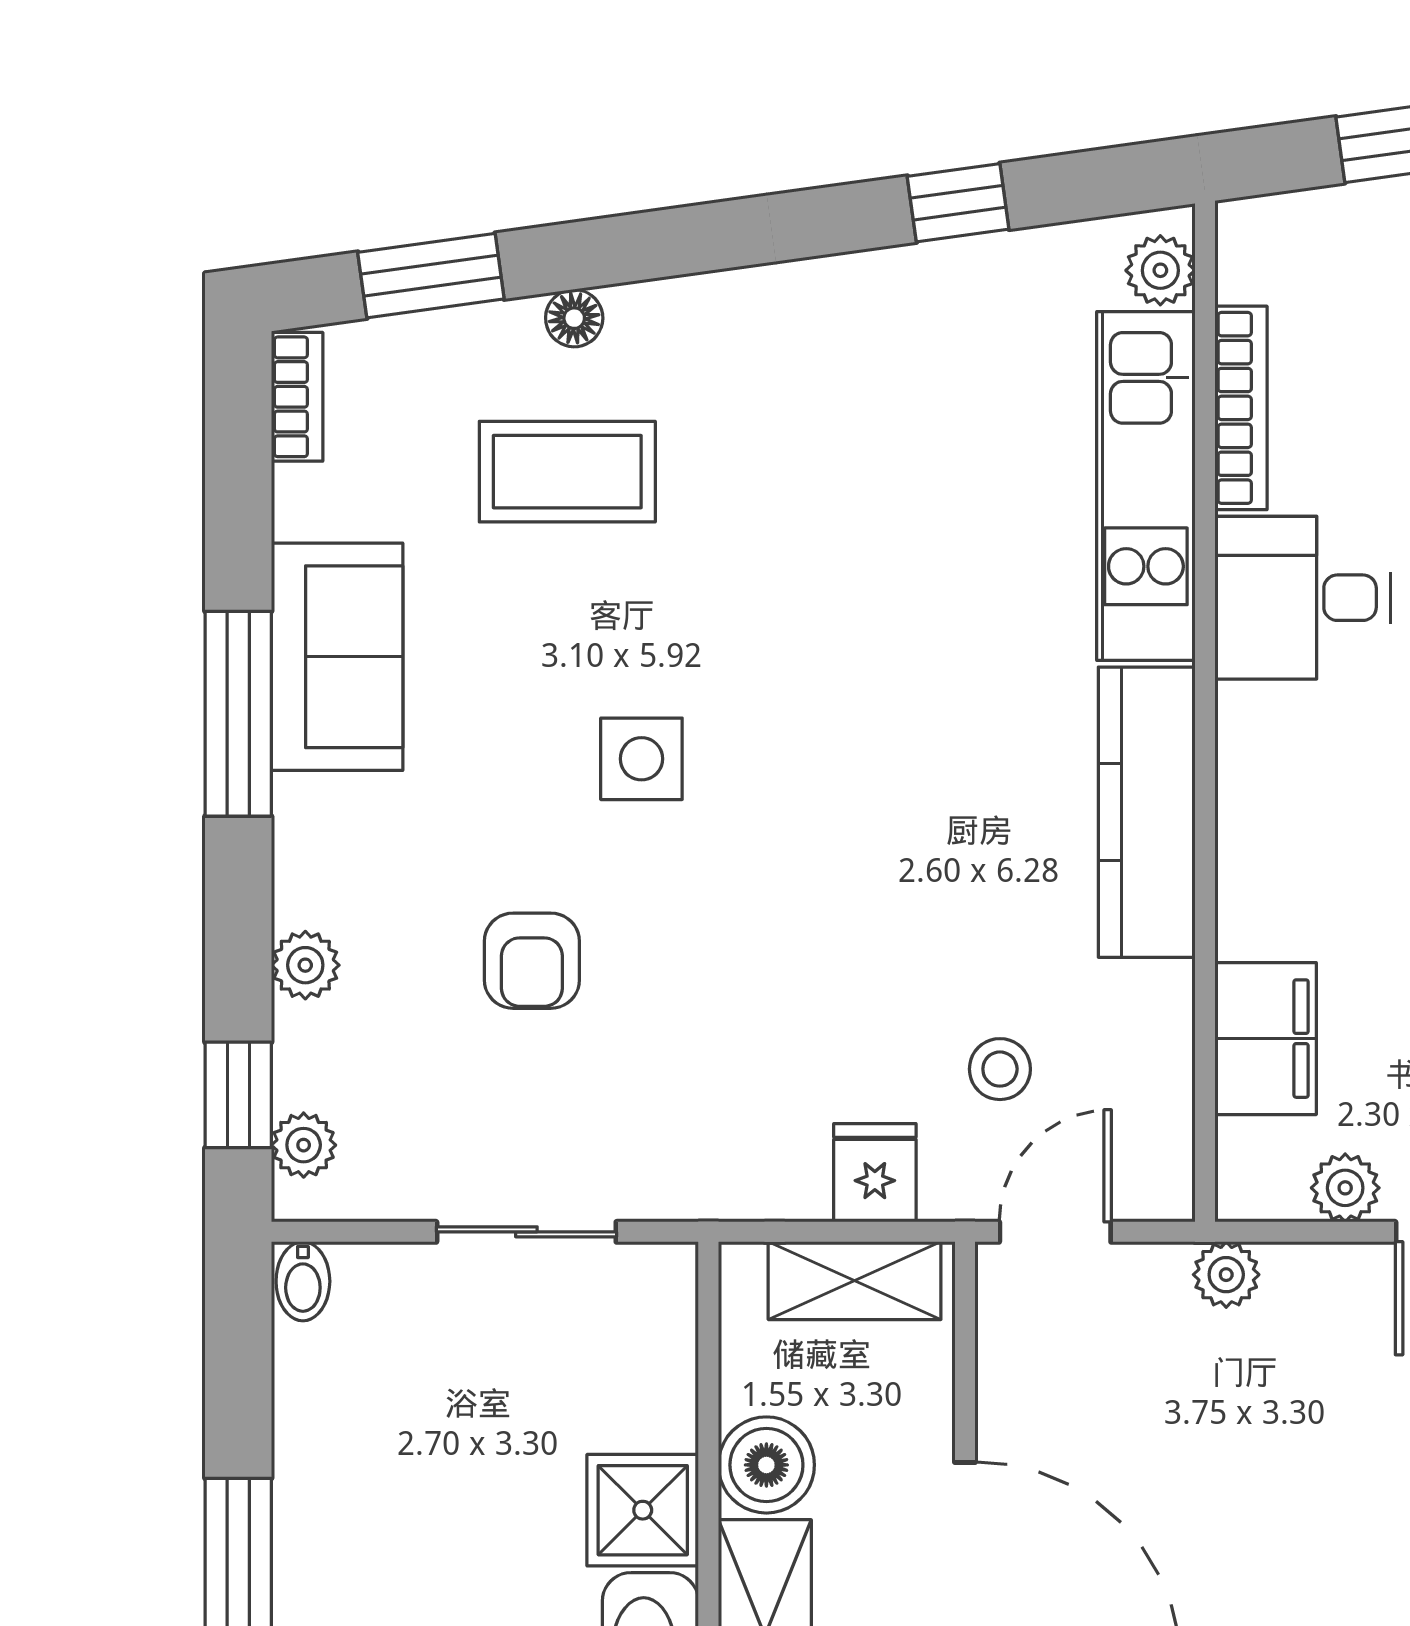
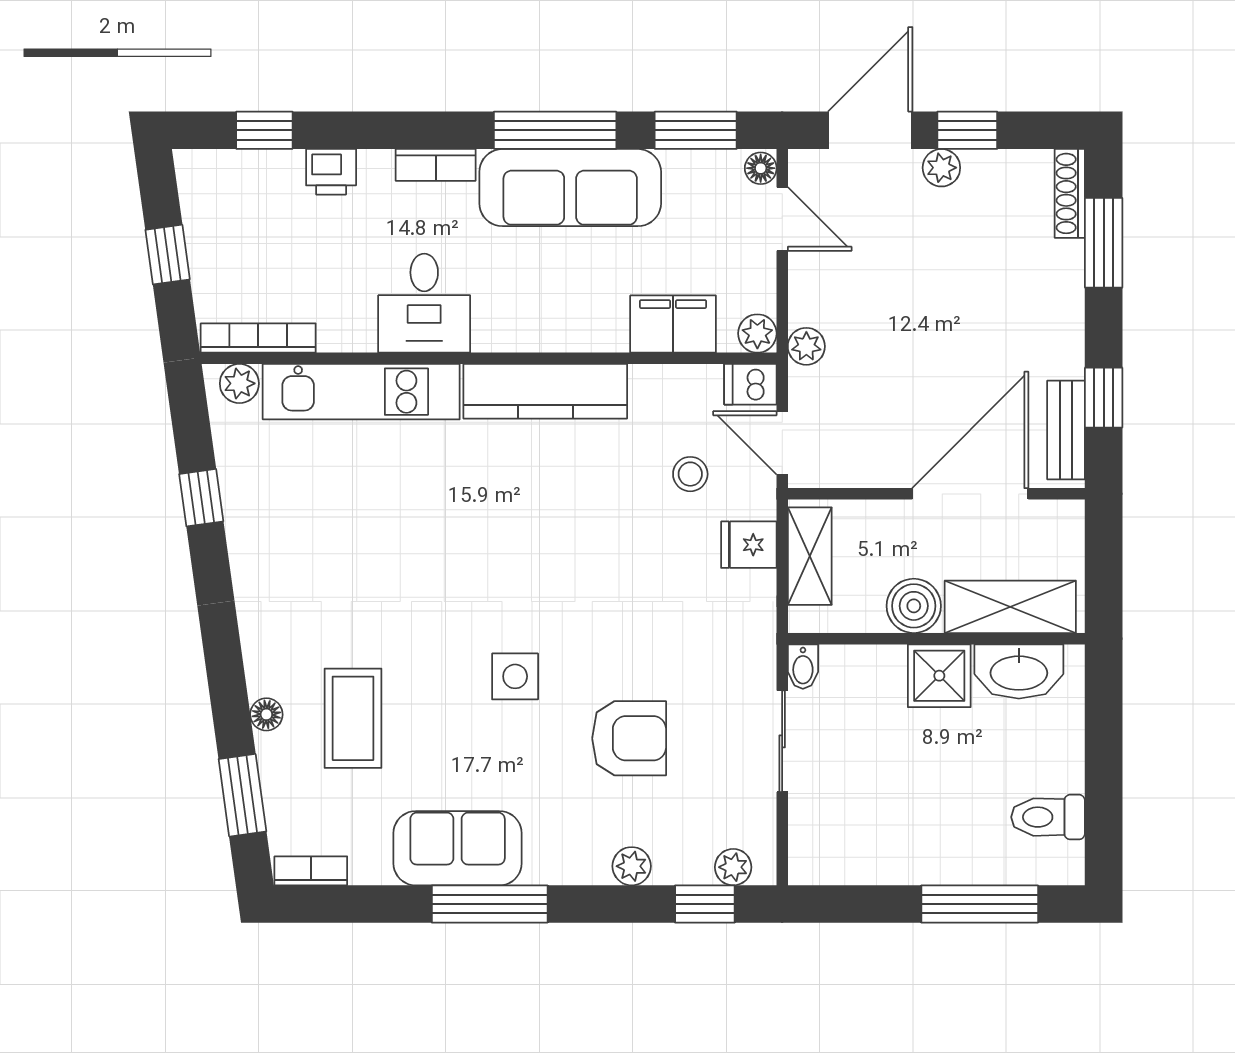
bookcase: (1241, 408) -> (258, 338), moved
armchair: (532, 961) -> (629, 738), width x1.38, depth x1.38
dishwasher: (1159, 1176) -> (750, 384), added
plant: (1345, 1188) -> (757, 333), moved
bidet: (303, 1281) -> (803, 667), moved, turned 90

